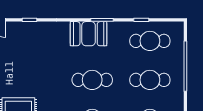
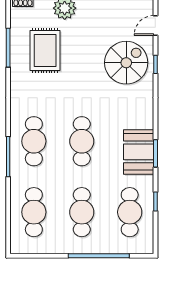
booth: (89, 34) -> (139, 152), moved
spiral stairs: (28, 44) -> (126, 63), added

